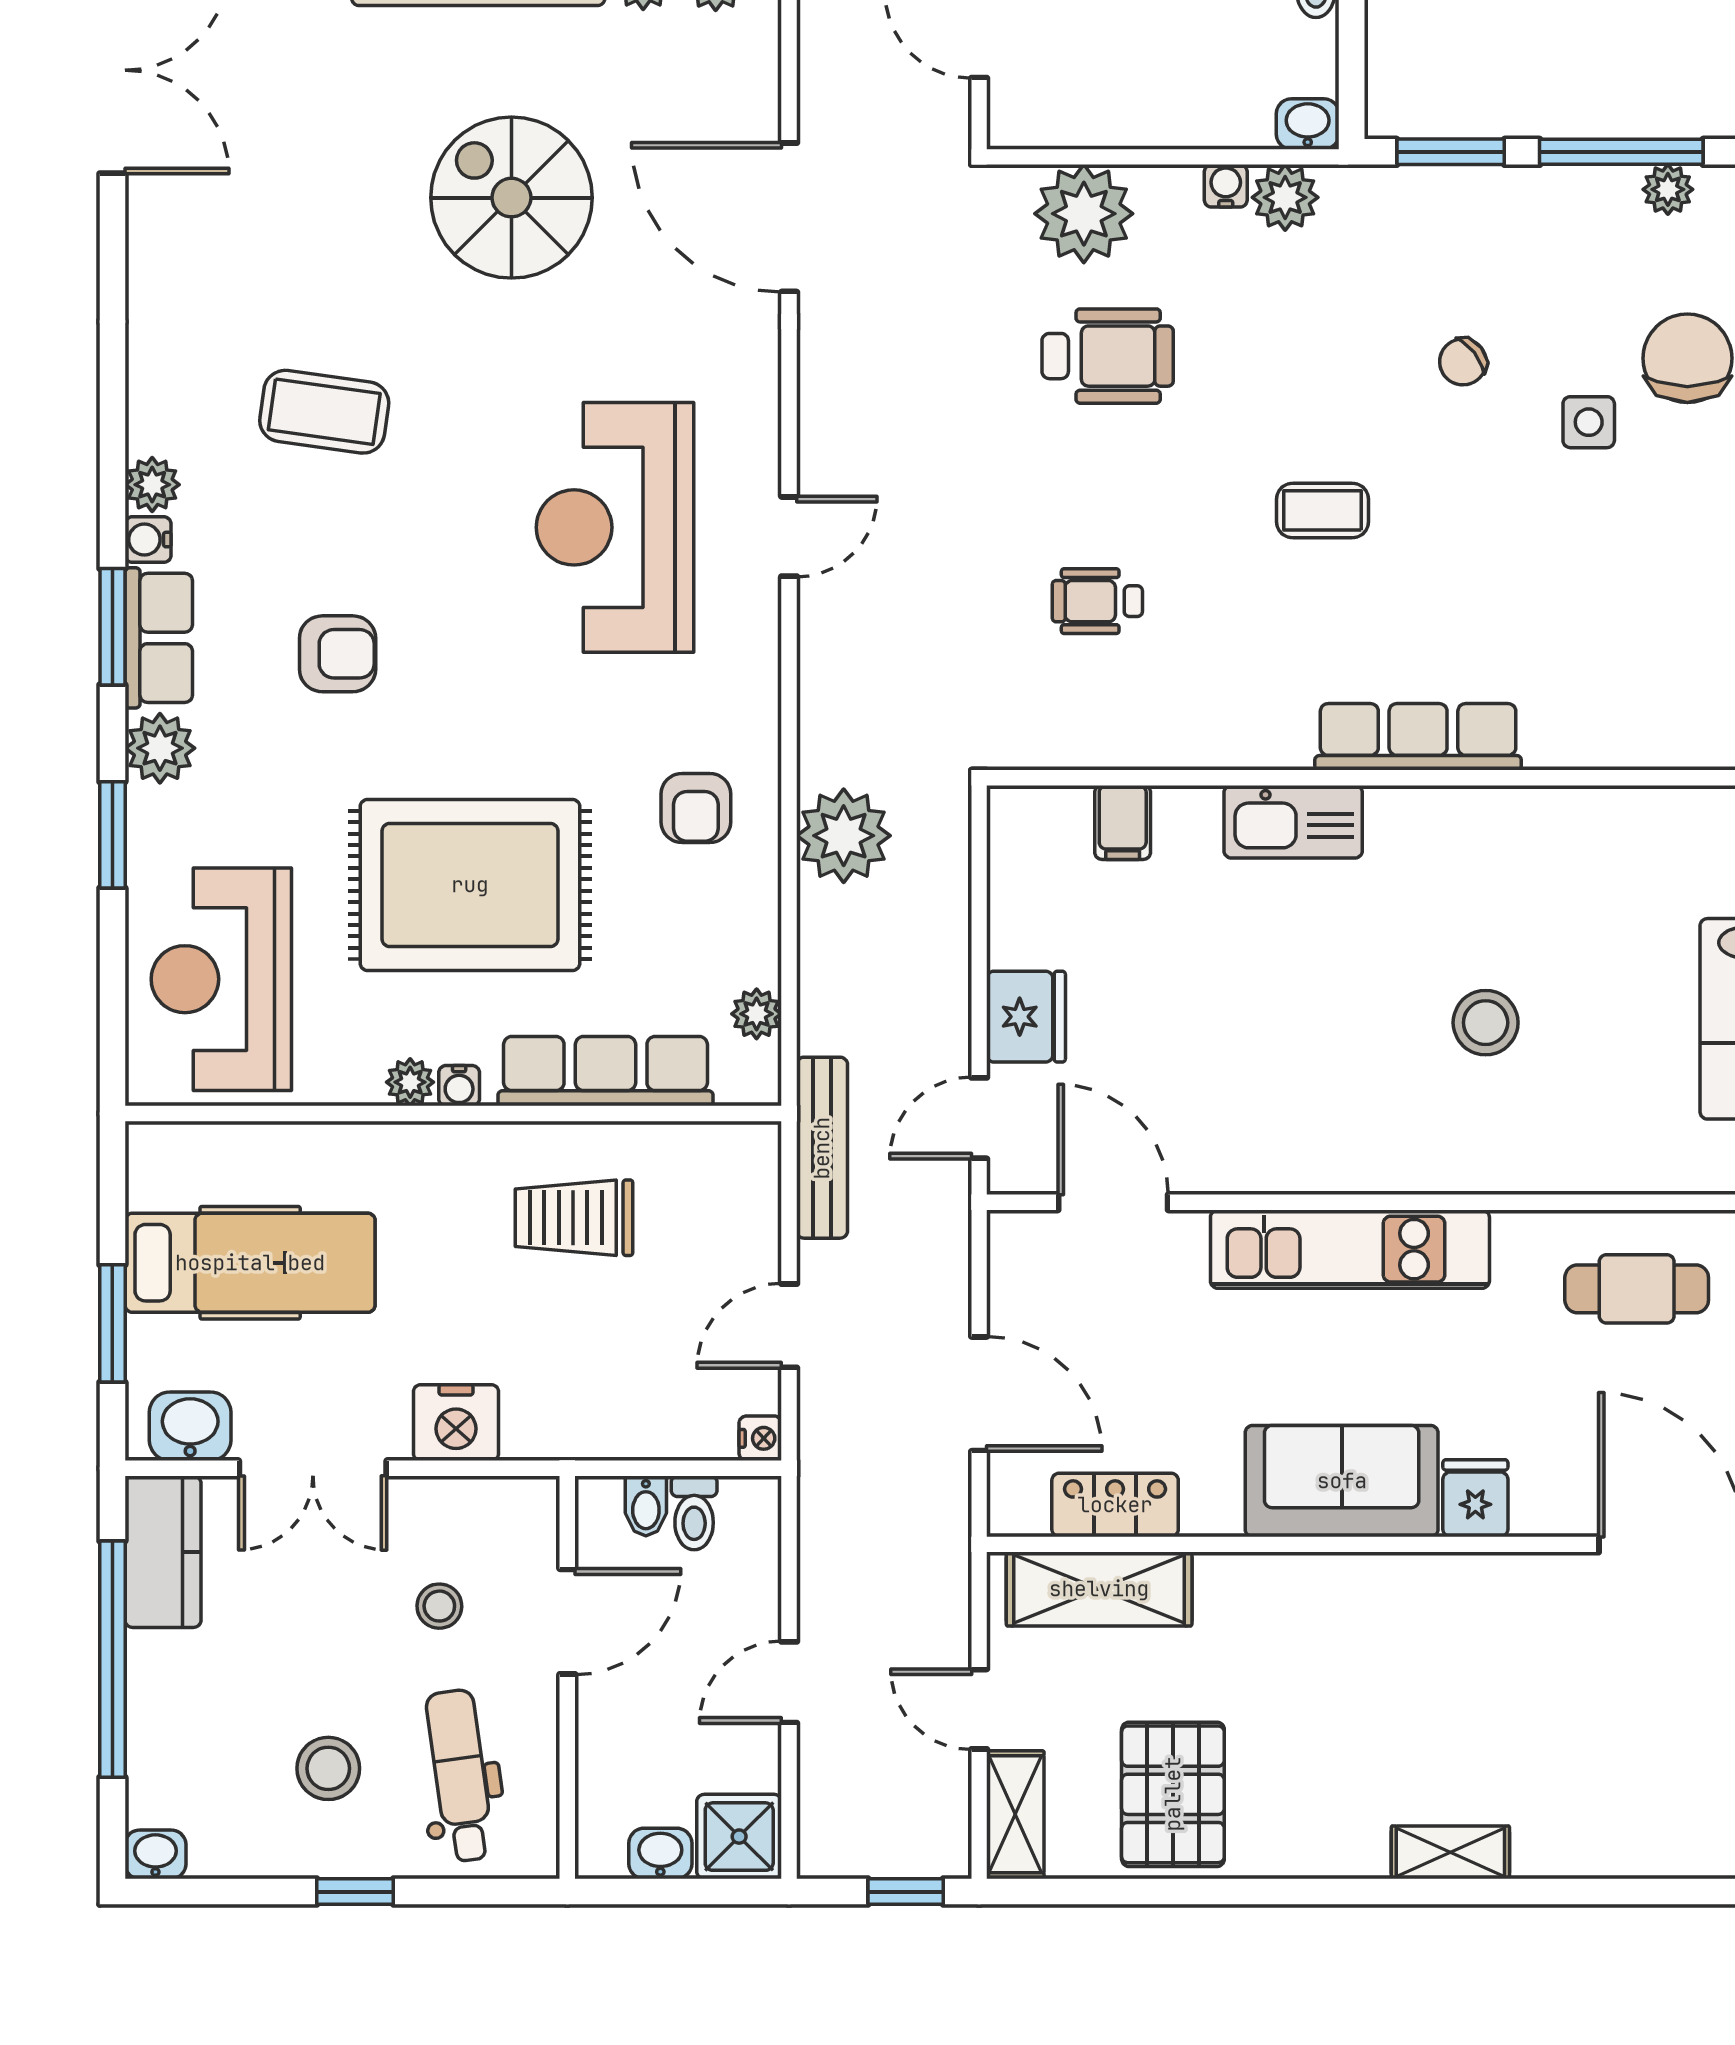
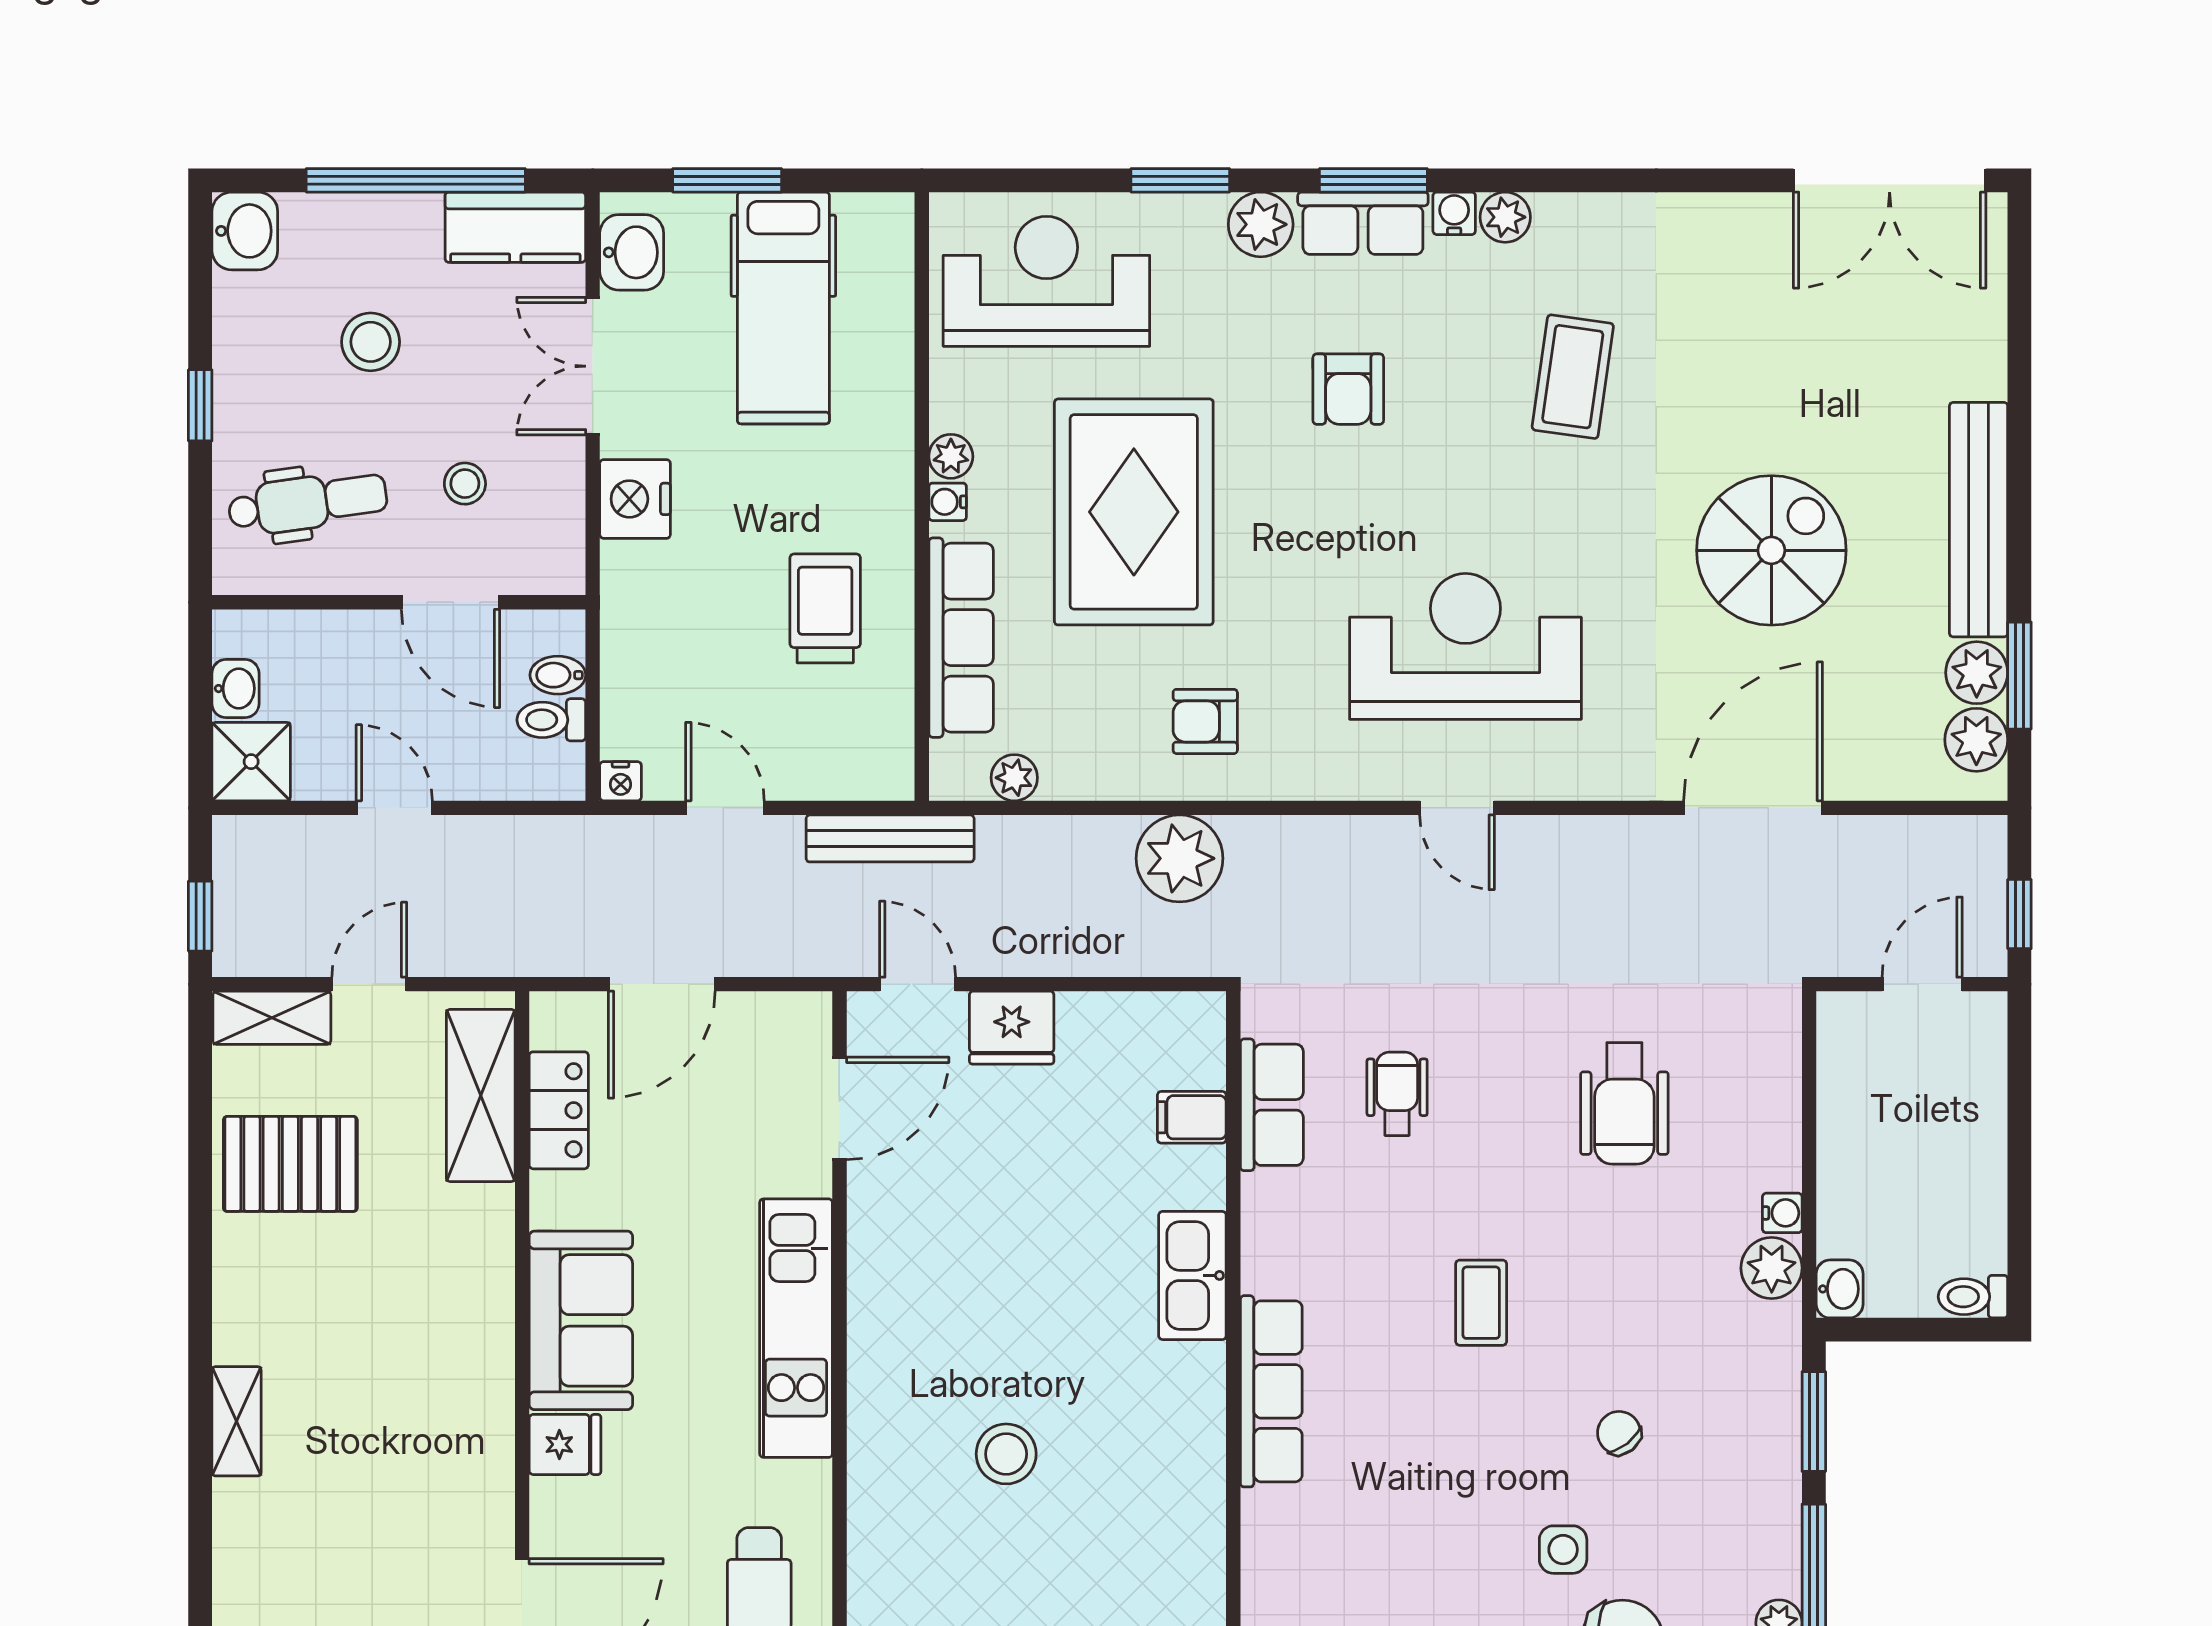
plant: (1084, 214) -> (1756, 1081), removed
row of seats: (1109, 736) -> (1272, 1105), added
stool: (328, 1768) -> (371, 342), moved
washbasin: (155, 1854) -> (245, 231), width x1.38, depth x1.45

